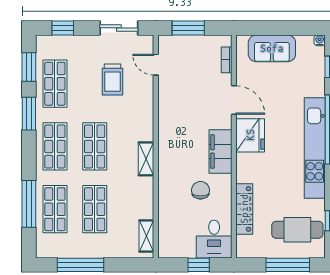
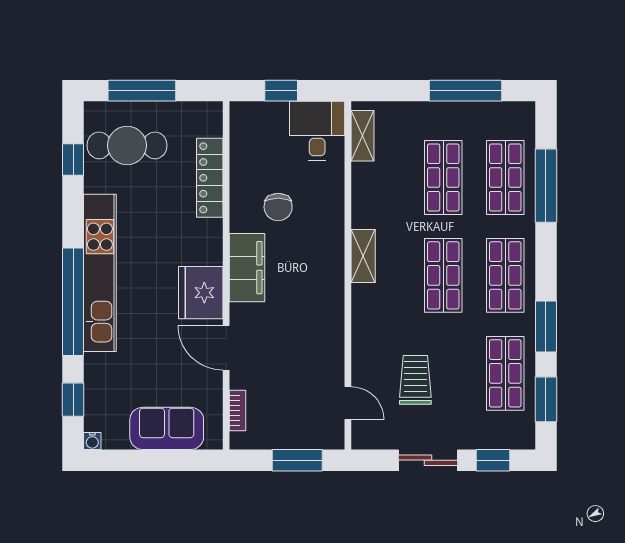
sliding door: (119, 28) -> (428, 460), moved
desk: (214, 239) -> (317, 131), moved

